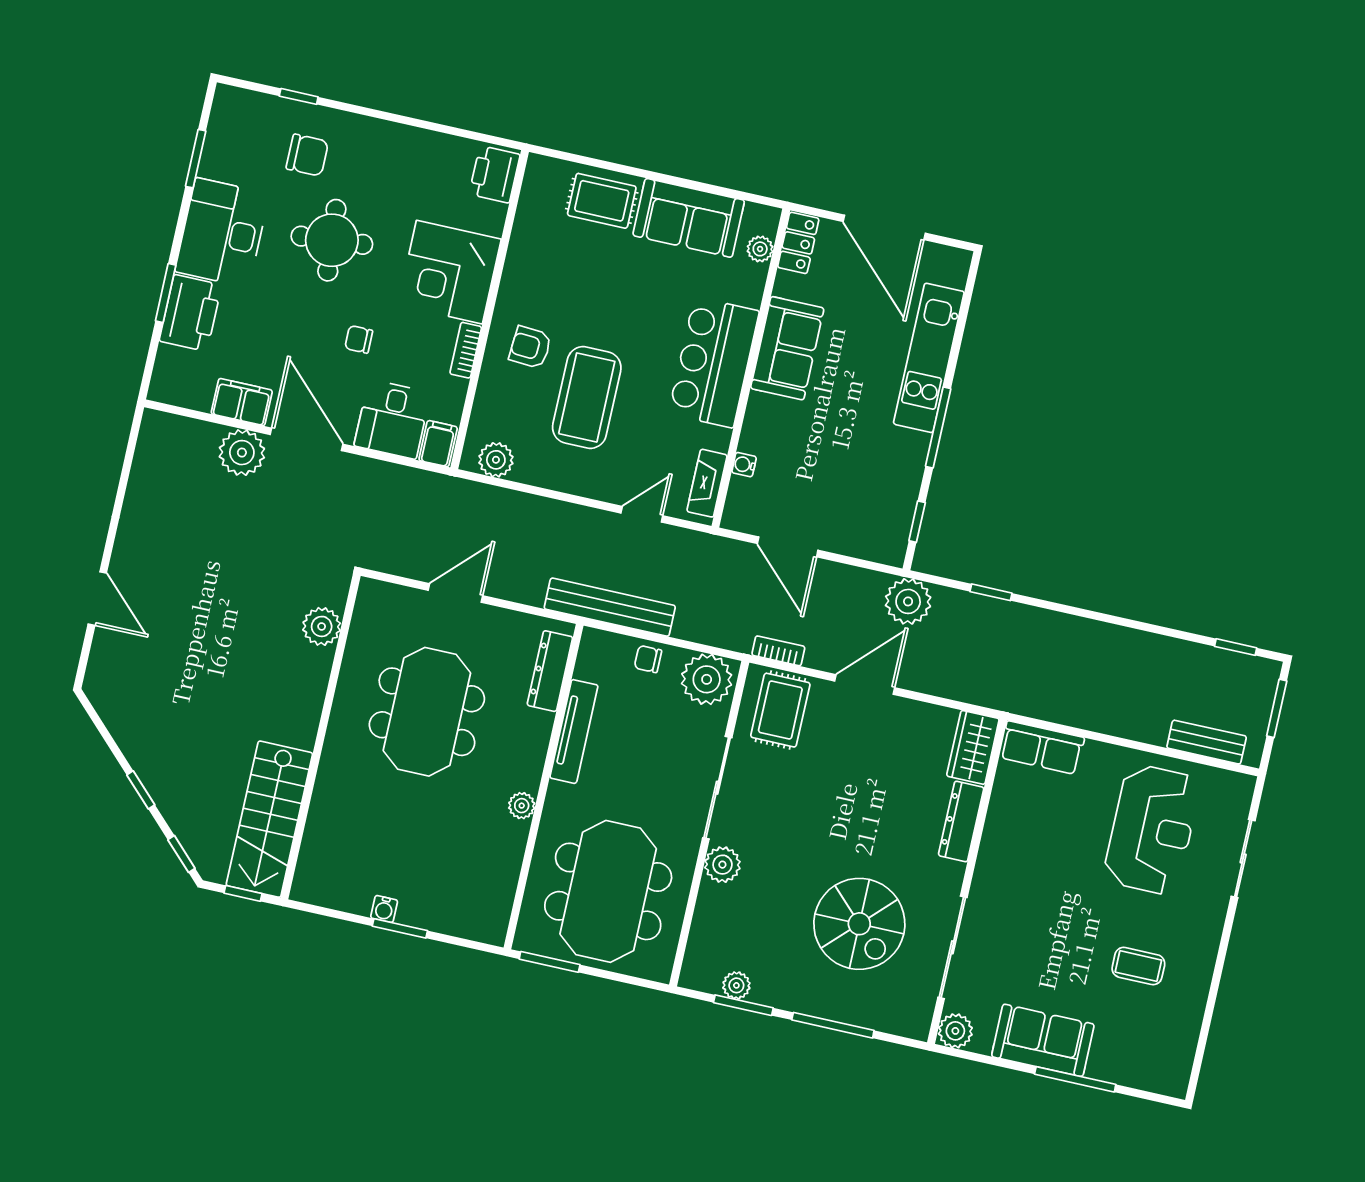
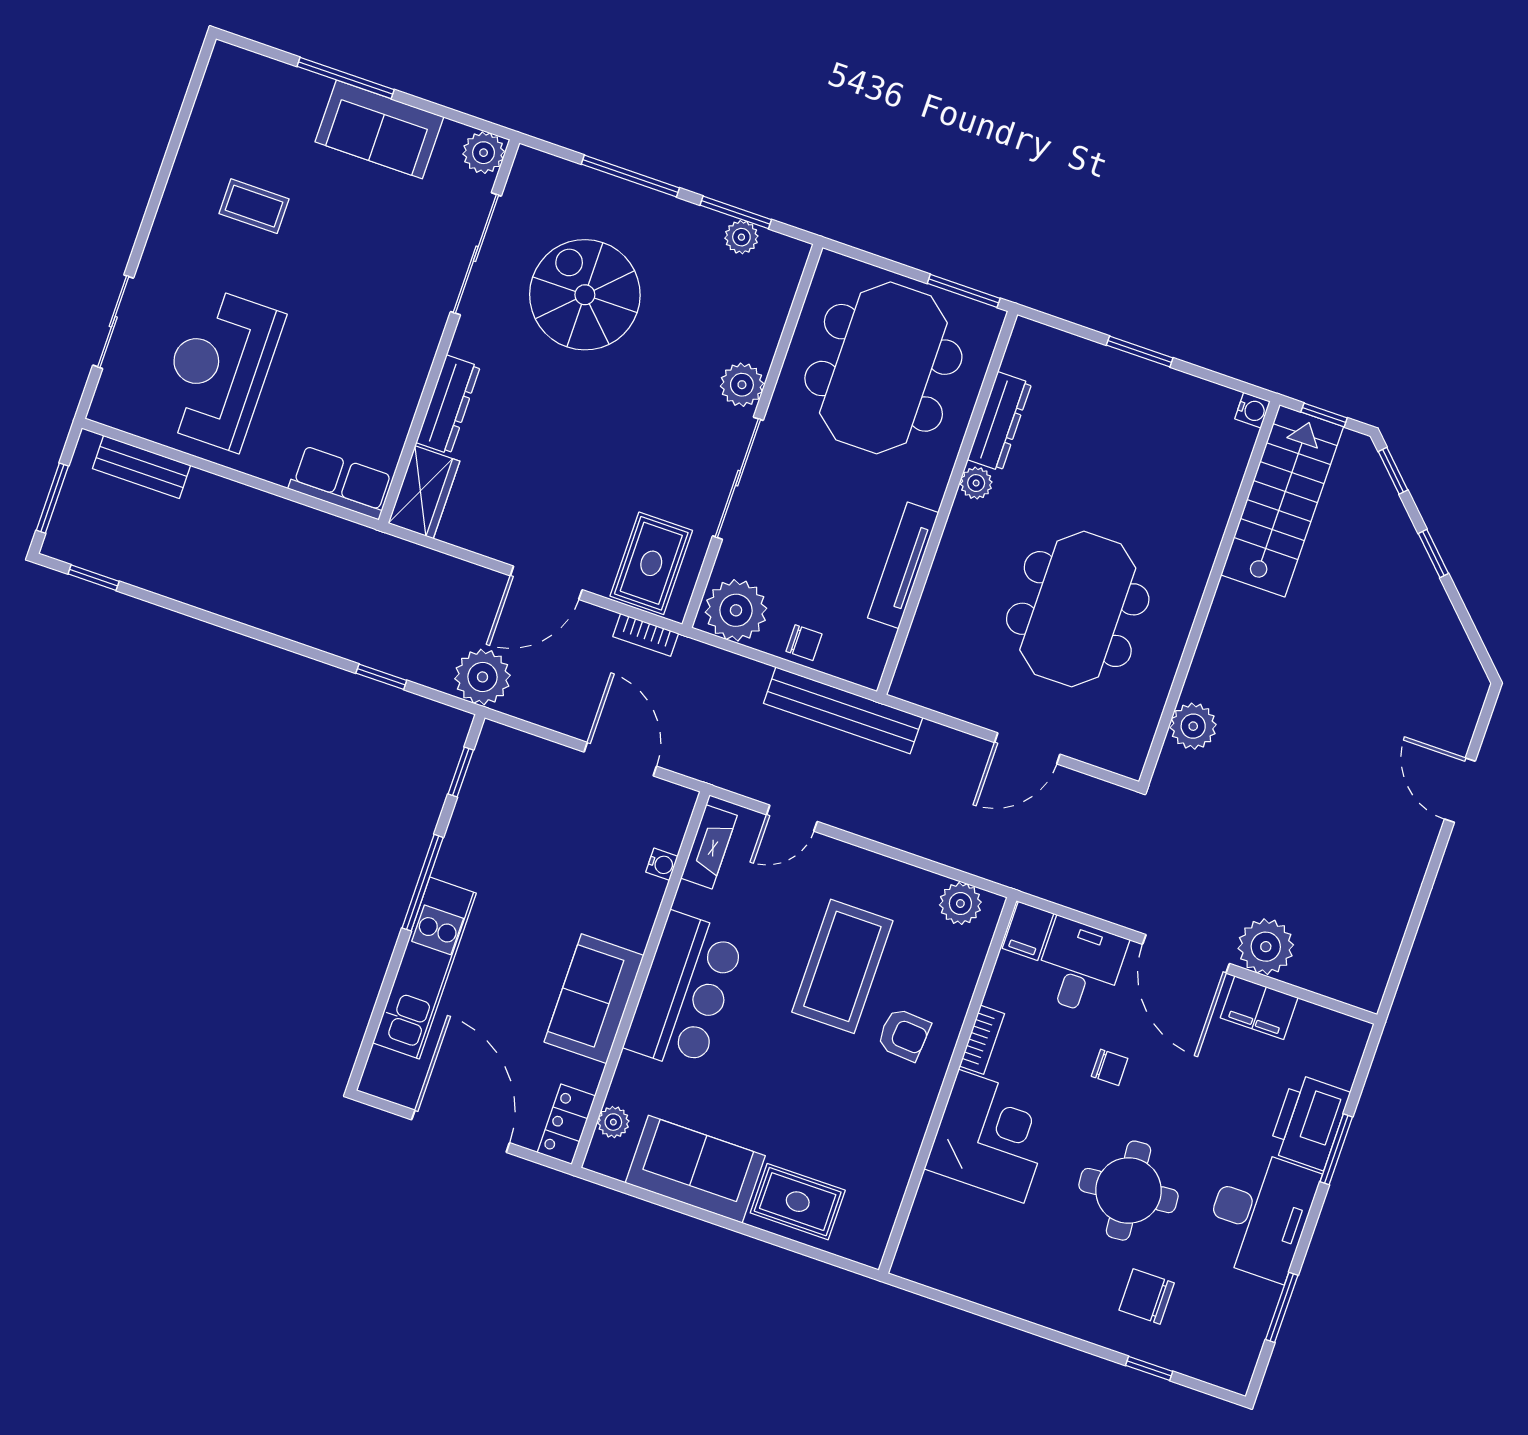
printer: (495, 174) -> (923, 1248), removed
dresser: (550, 671) -> (1000, 421), moved
water cooler: (384, 909) -> (1252, 410), moved, turned 90

